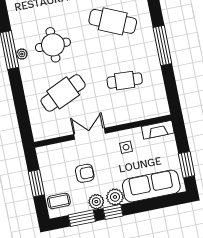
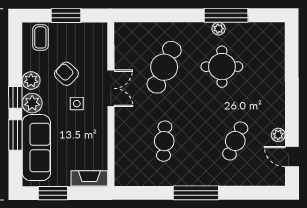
cafe table: (113, 21) -> (235, 141), width x0.73, depth x0.74
cafe table: (63, 93) -> (164, 67), turned 48
fireplace: (158, 130) -> (89, 178), moved, turned 90
side table: (126, 147) -> (77, 104), moved
armchair: (85, 173) -> (66, 74), turned 133
window: (82, 218) -> (15, 135), moved

